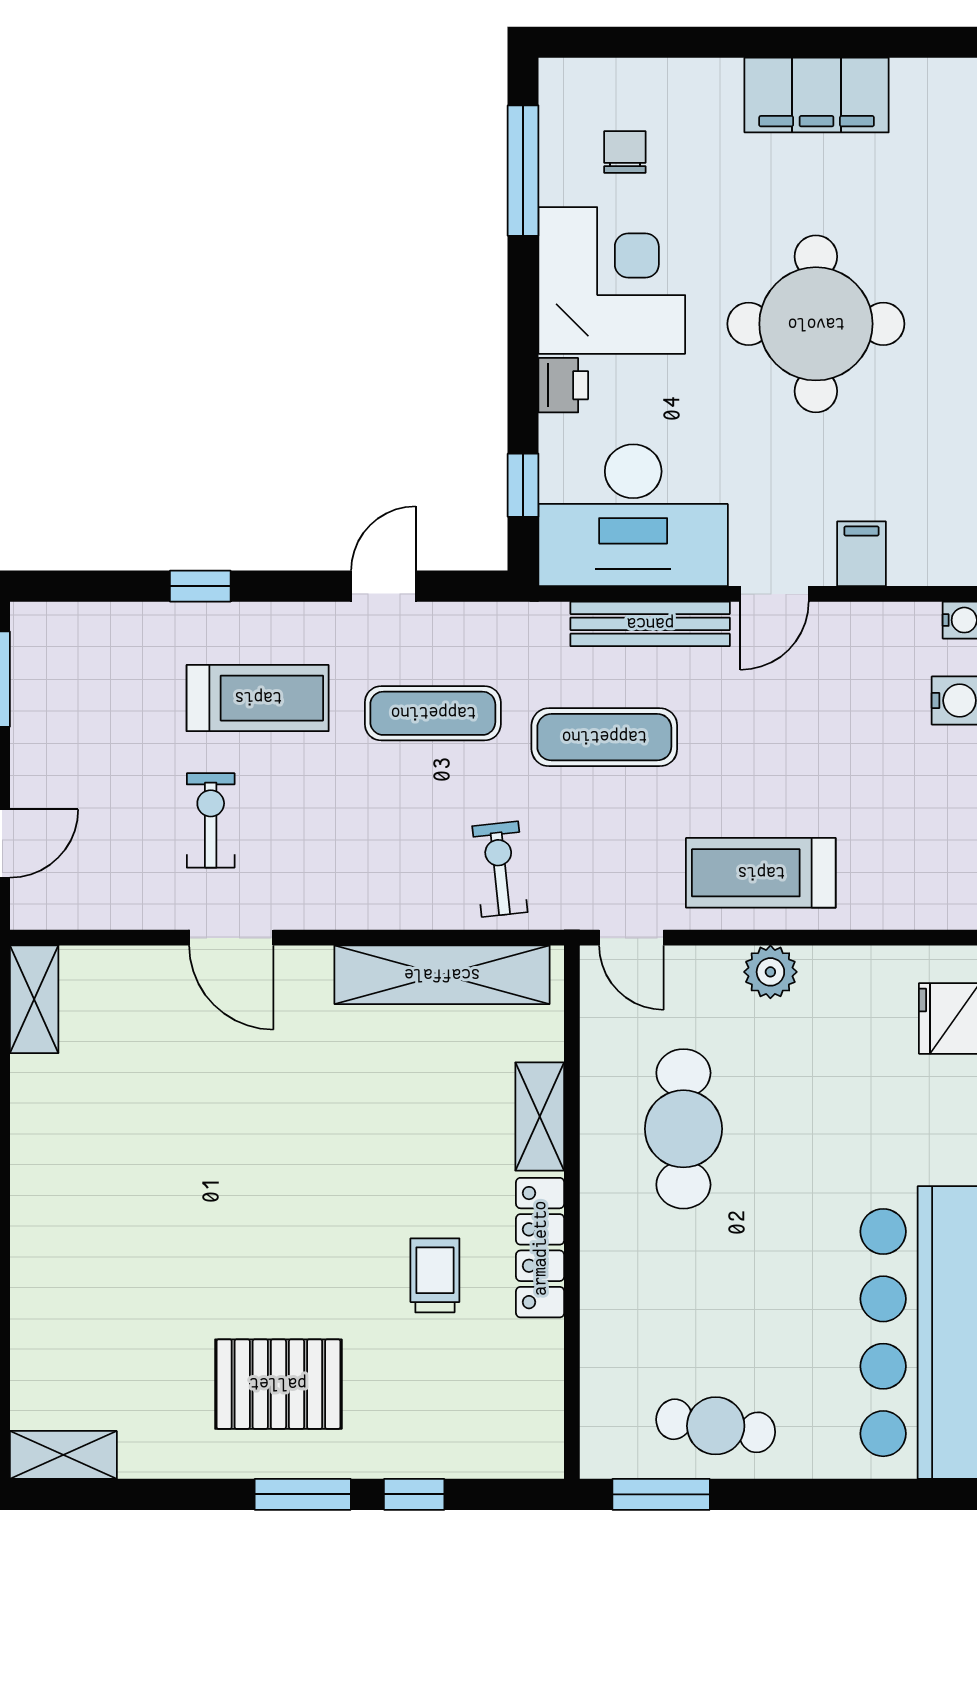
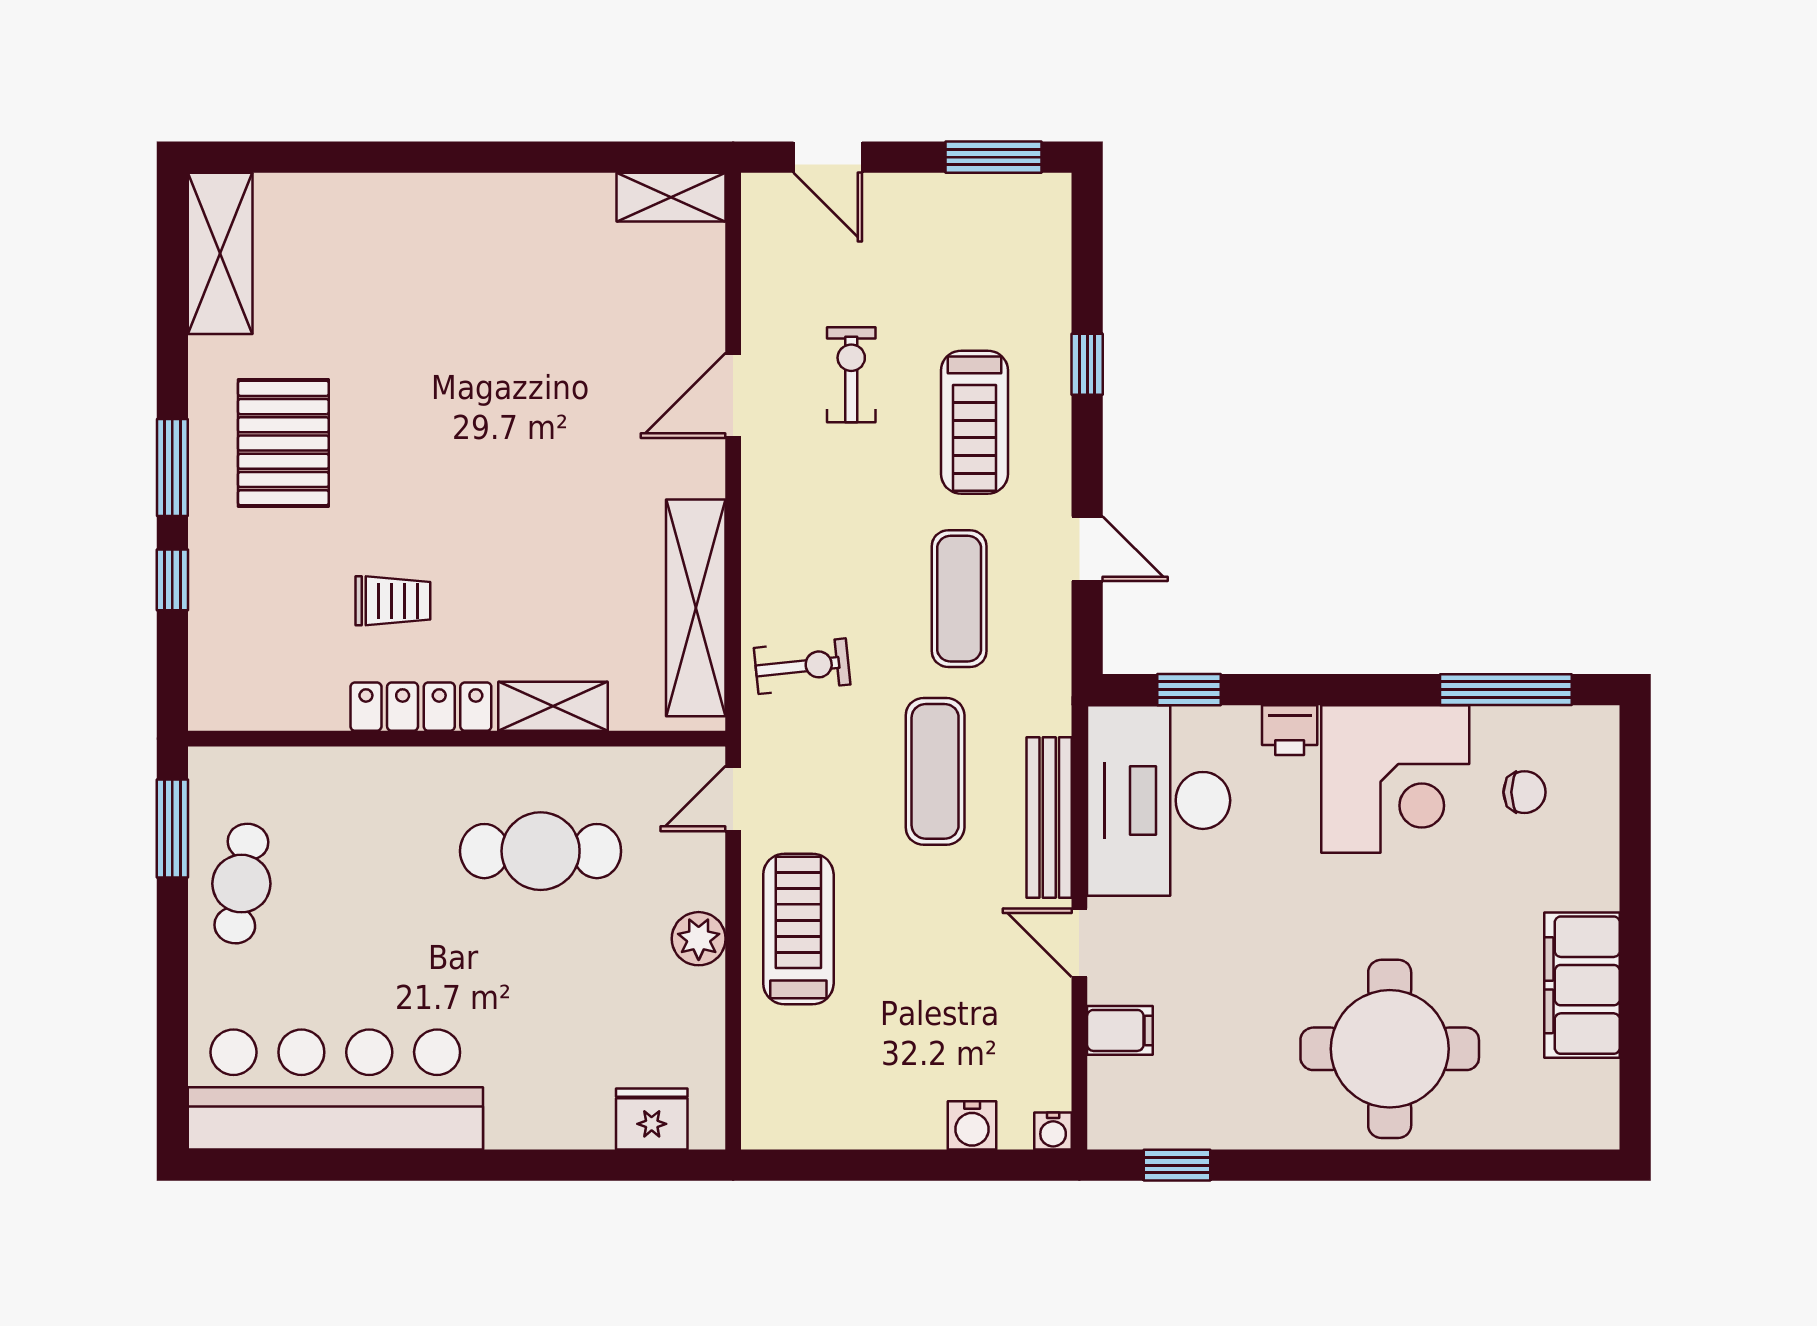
round table: (816, 324) -> (1390, 1049), moved
exercise bike: (211, 820) -> (851, 375), turned -90
shelving: (63, 1455) -> (220, 253), width x1.50, depth x1.33

